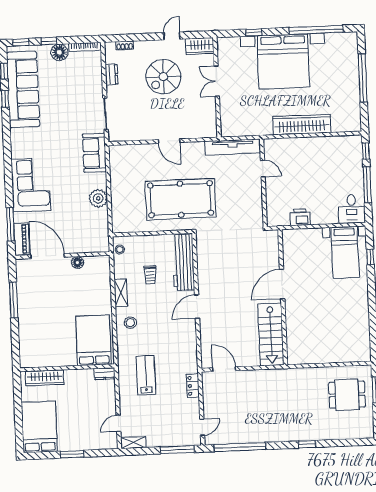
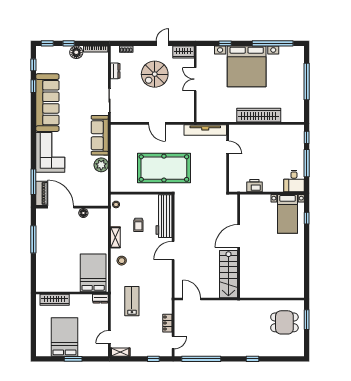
sofa: (23, 89) -> (47, 103), moved
sofa: (94, 153) -> (100, 135), width x1.36
locker: (193, 386) -> (167, 323), moved
bed: (39, 427) -> (64, 337), moved
window: (177, 450) -> (153, 359), width x0.46

